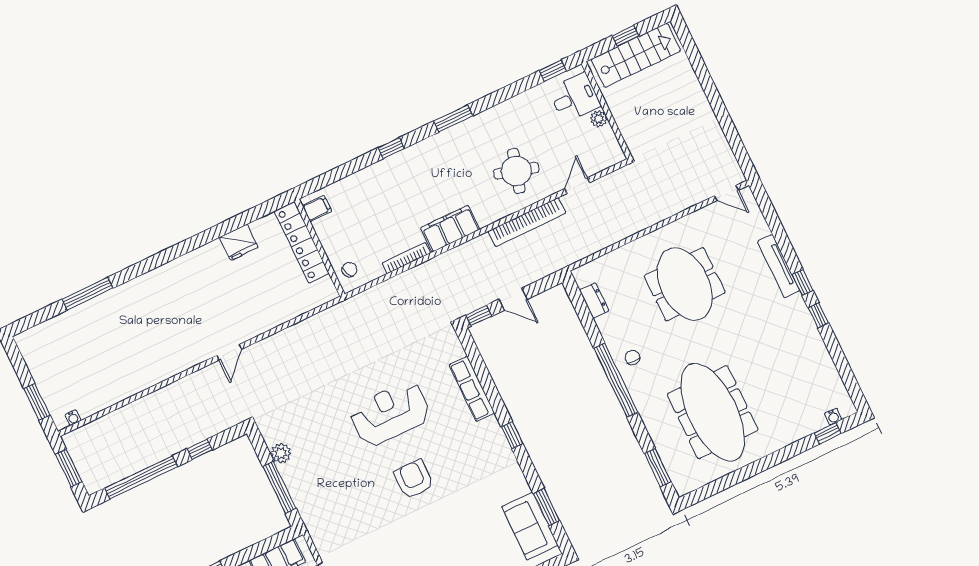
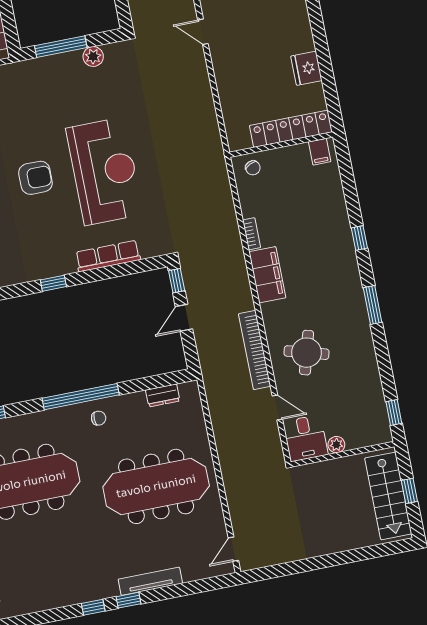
desk: (575, 98) -> (305, 438), moved
bookcase: (406, 258) -> (252, 234), width x0.64
meeting table: (685, 284) -> (156, 486), width x1.36
reception desk: (390, 414) -> (104, 171), width x1.36, depth x1.30

